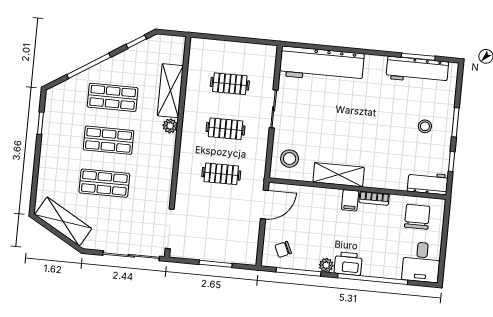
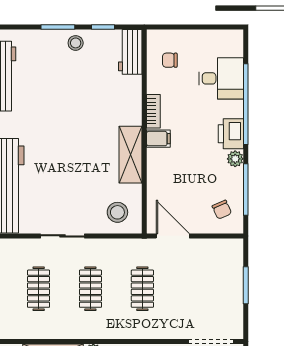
stool: (425, 126) -> (76, 43), moved
chair: (417, 217) -> (170, 60), width x0.54, depth x0.54
desk: (421, 262) -> (221, 78), moved

